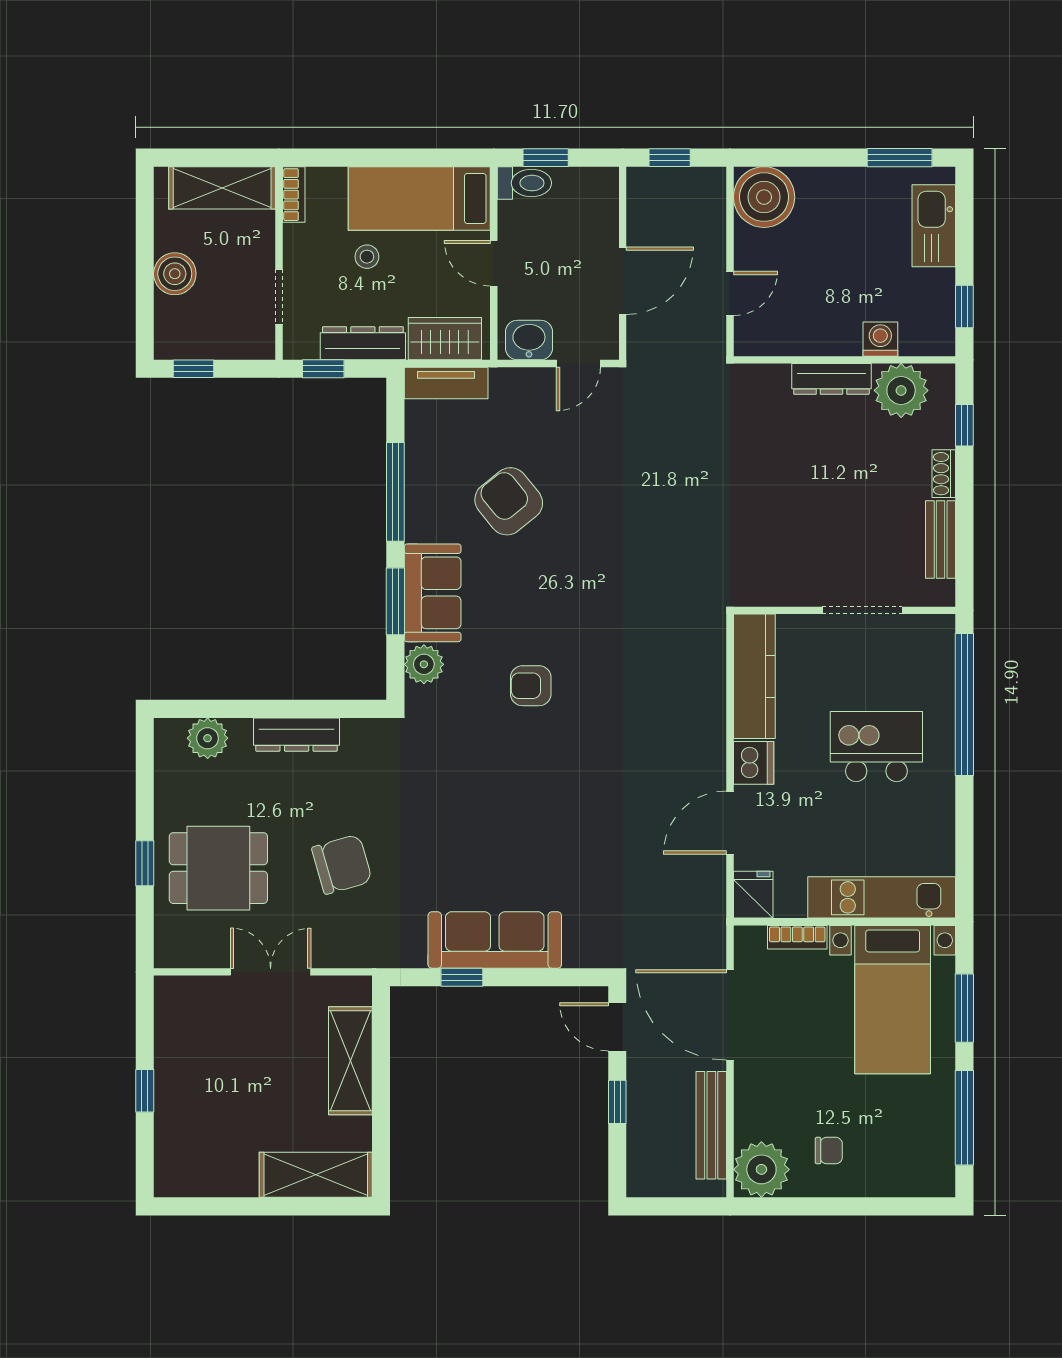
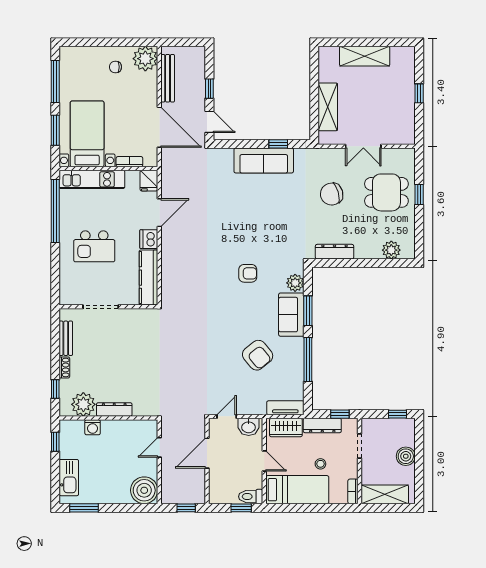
window: (964, 704) -> (55, 211), moved
dresser: (297, 735) -> (335, 252), moved
shelving: (316, 1175) -> (365, 56), moved

